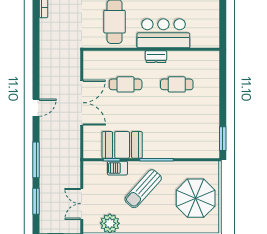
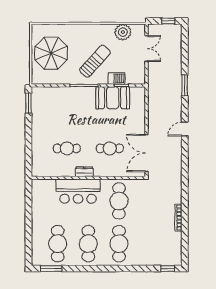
double door: (82, 103) -> (146, 153), moved
window: (36, 160) -> (185, 85), width x0.69
window: (36, 201) -> (185, 51), removed

